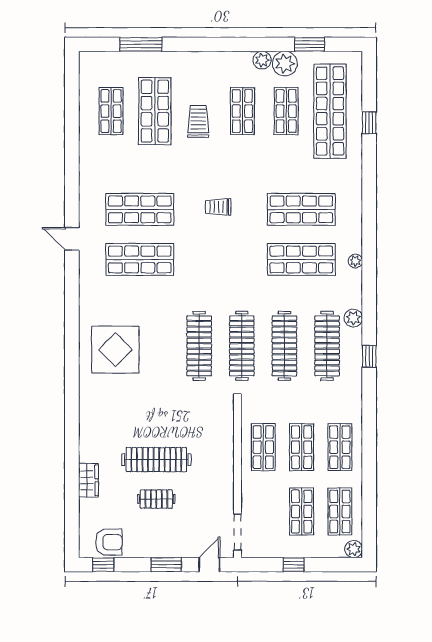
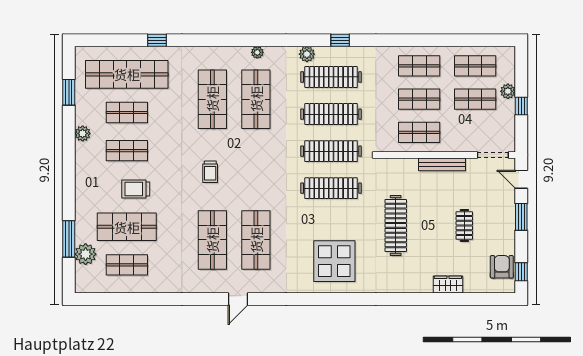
plant: (285, 64) -> (86, 254), moved
window: (369, 123) -> (157, 40), moved
clothes rail: (156, 460) -> (396, 225), moved
bench: (227, 473) -> (442, 164), added
plant: (354, 549) -> (508, 91), moved

